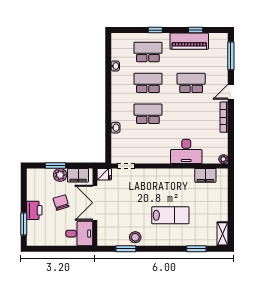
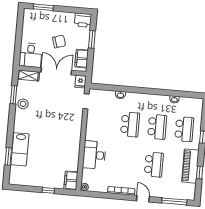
plant: (60, 175) -> (83, 43), removed
filing cabinet: (205, 175) -> (71, 180), moved
window: (231, 200) -> (48, 190), added
printer: (34, 210) -> (83, 20), moved
lab bench: (170, 215) -> (20, 149), moved
shelving: (223, 234) -> (28, 76), moved

